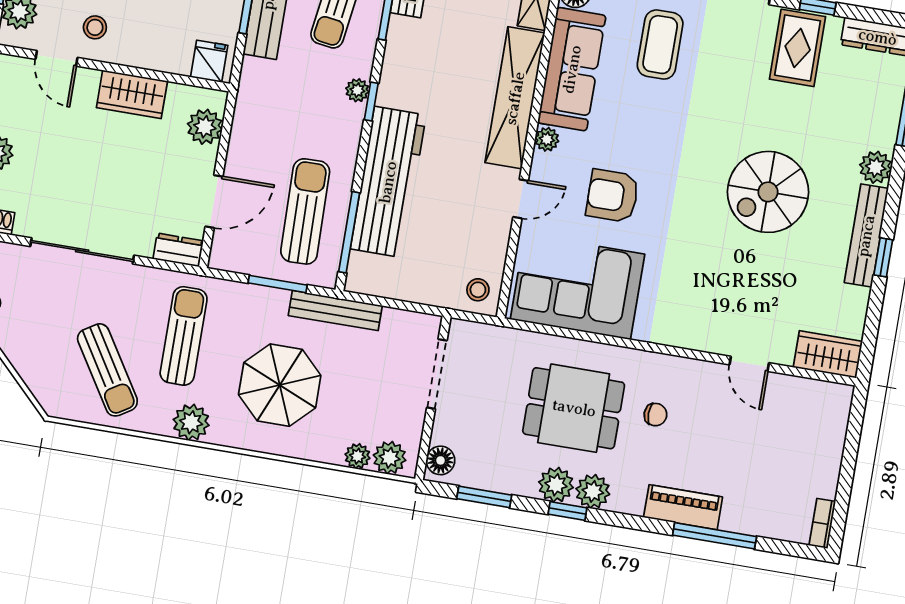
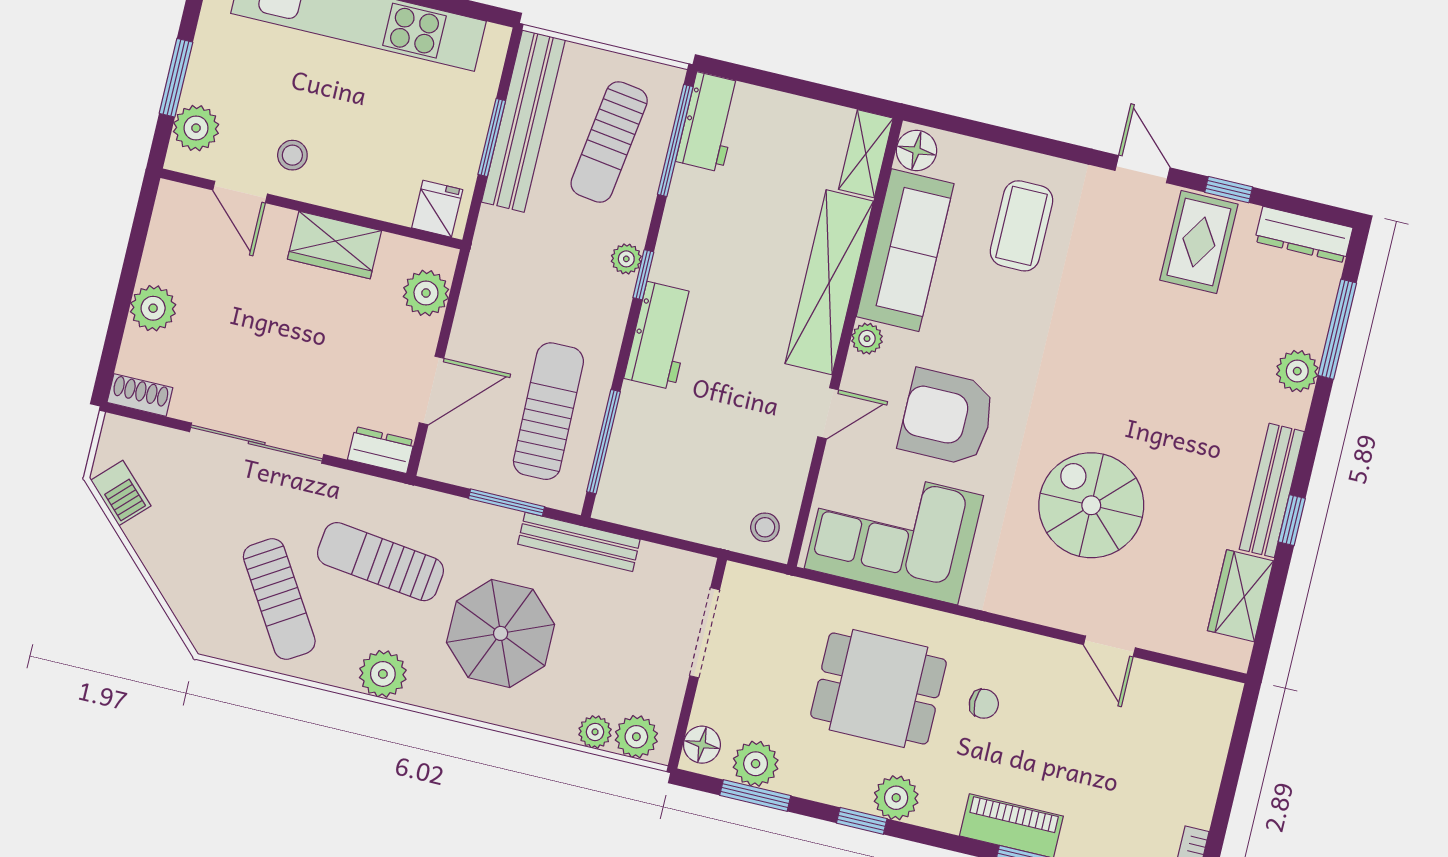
plant: (876, 167) -> (1297, 371), moved
workbench: (388, 182) -> (660, 336), width x0.53, depth x0.76
spiral stairs: (768, 192) -> (1091, 505), moved, turned 90
armchair: (612, 196) -> (947, 417), width x1.36, depth x1.36
sun lounger: (184, 336) -> (380, 562), turned -83
wardrobe: (828, 354) -> (1241, 596), moved, turned -90
plant: (556, 485) -> (756, 764), moved

